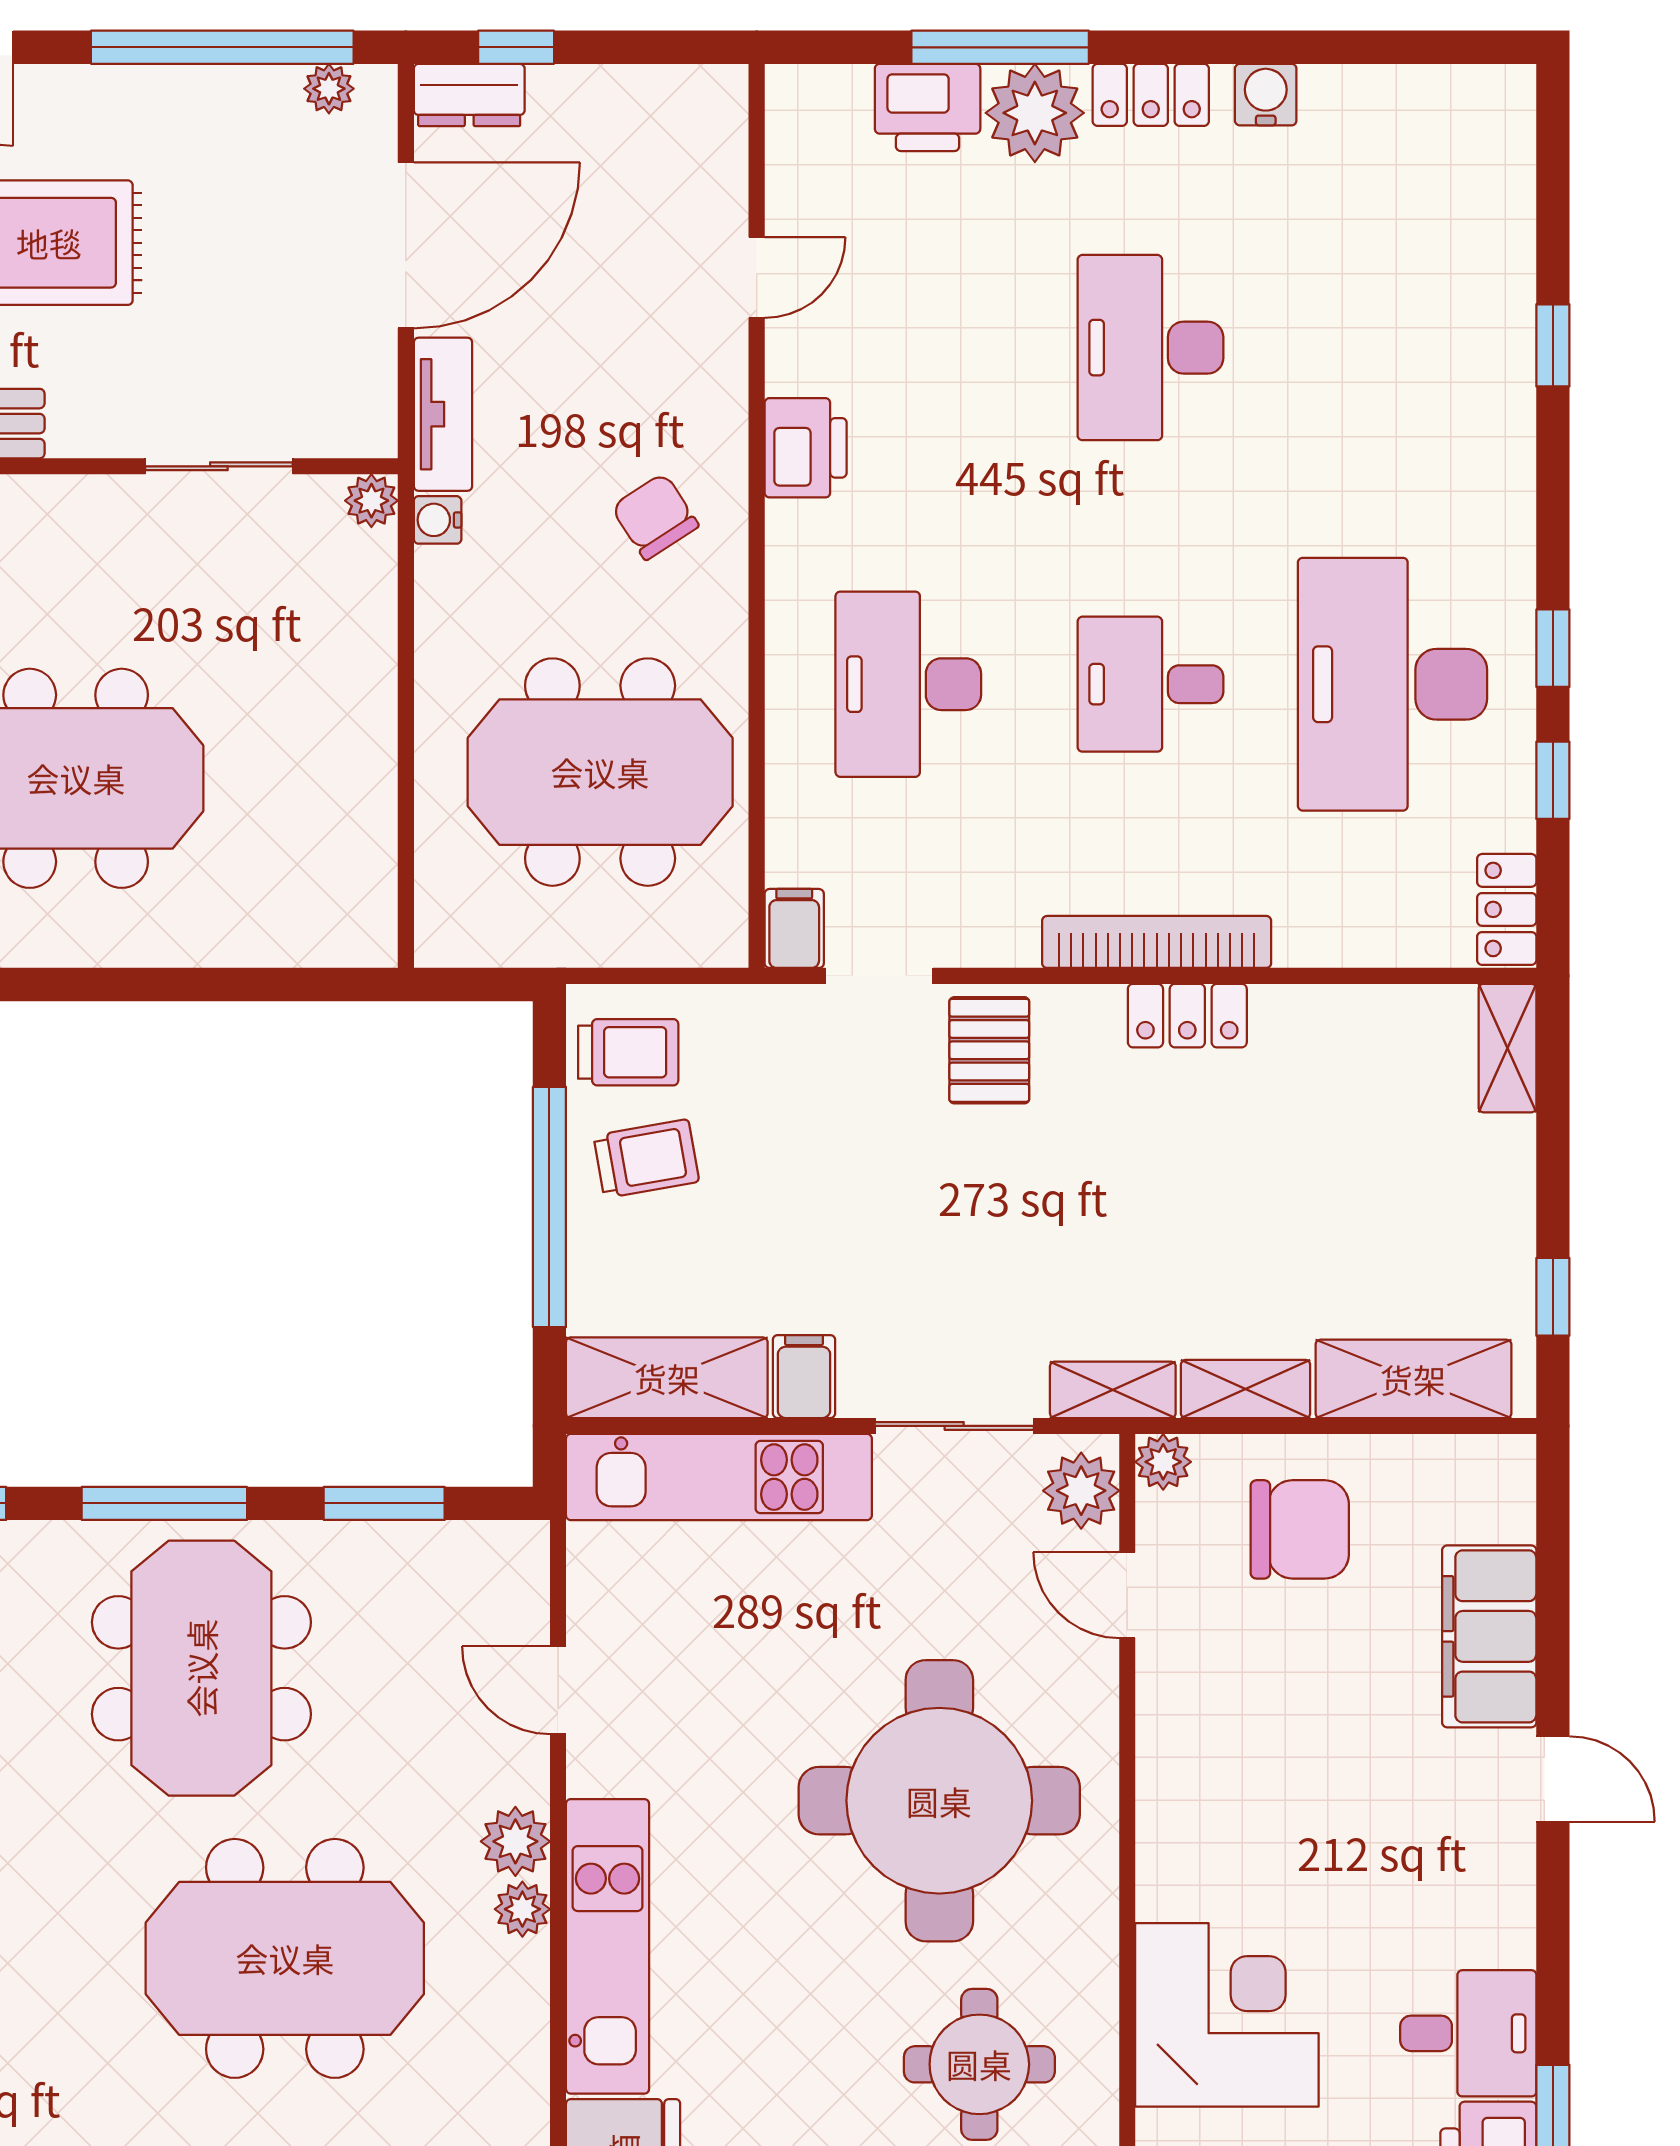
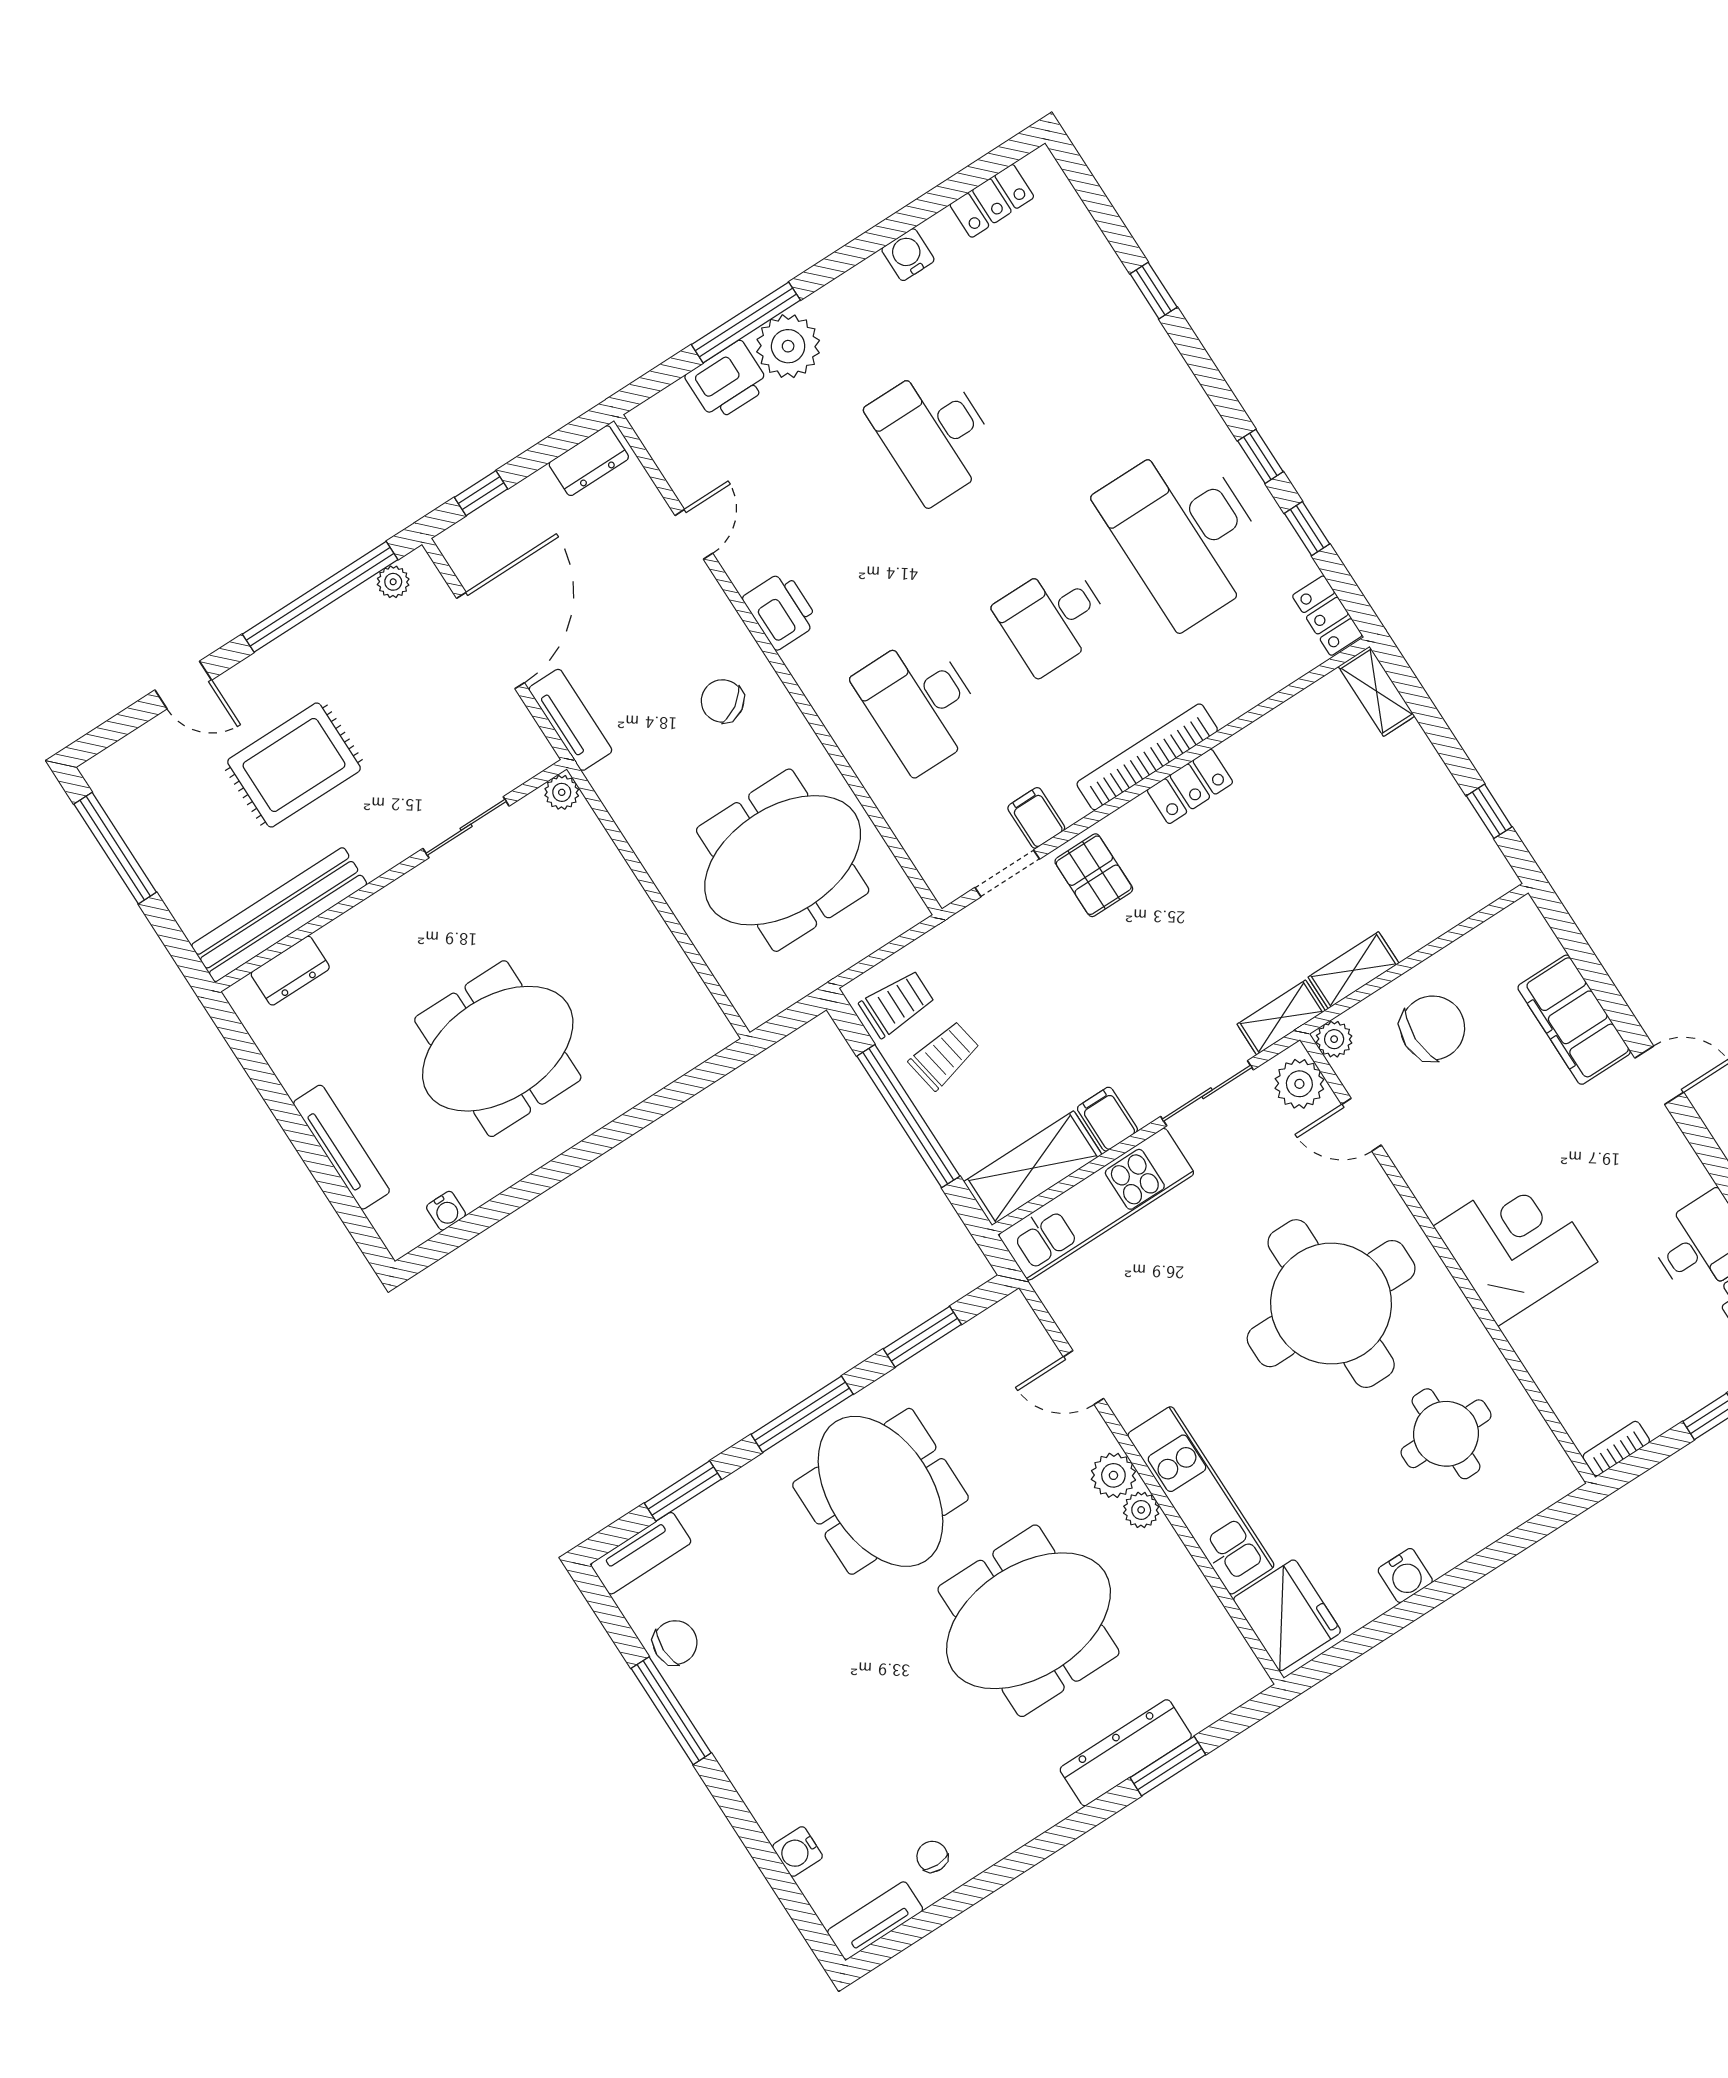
dresser: (469, 95) -> (589, 461), moved
locker: (1151, 95) -> (992, 201), moved
water cooler: (438, 520) -> (605, 780), removed
filing cabinet: (794, 928) -> (1036, 818), moved
shelving: (1413, 1379) -> (1442, 905), removed
corner desk: (1227, 2015) -> (1515, 1244), moved

